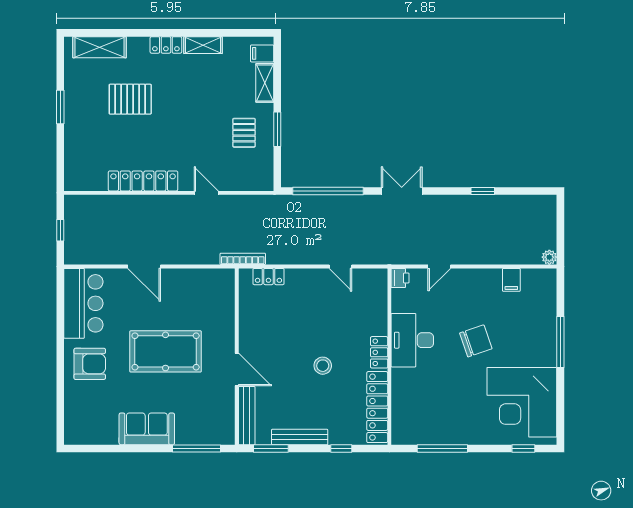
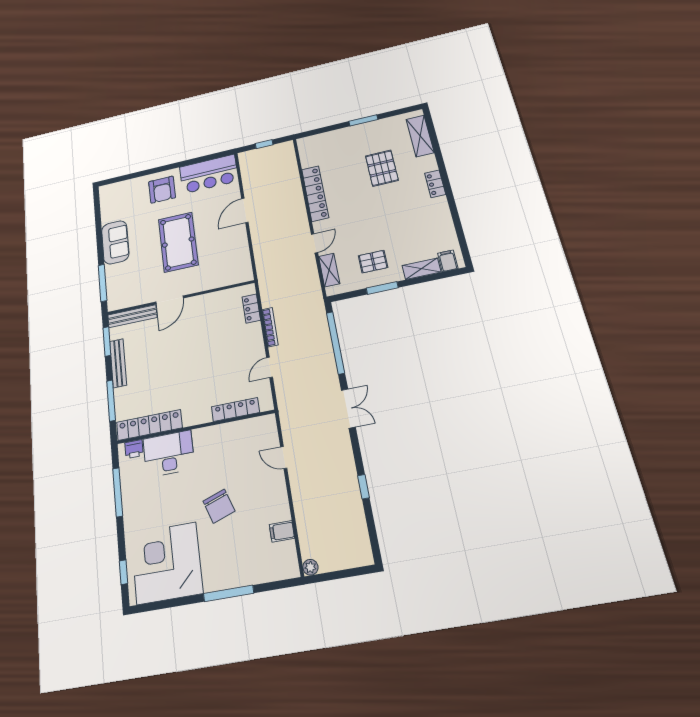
shelving: (203, 45) -> (329, 270), moved
bookcase: (243, 259) -> (270, 327), moved
printer: (400, 278) -> (134, 449), moved
desk: (412, 340) -> (169, 454), moved
locker: (379, 352) -> (235, 410), moved, width x1.53
stool: (323, 366) -> (180, 370), removed
window: (341, 448) -> (111, 401), width x2.17

